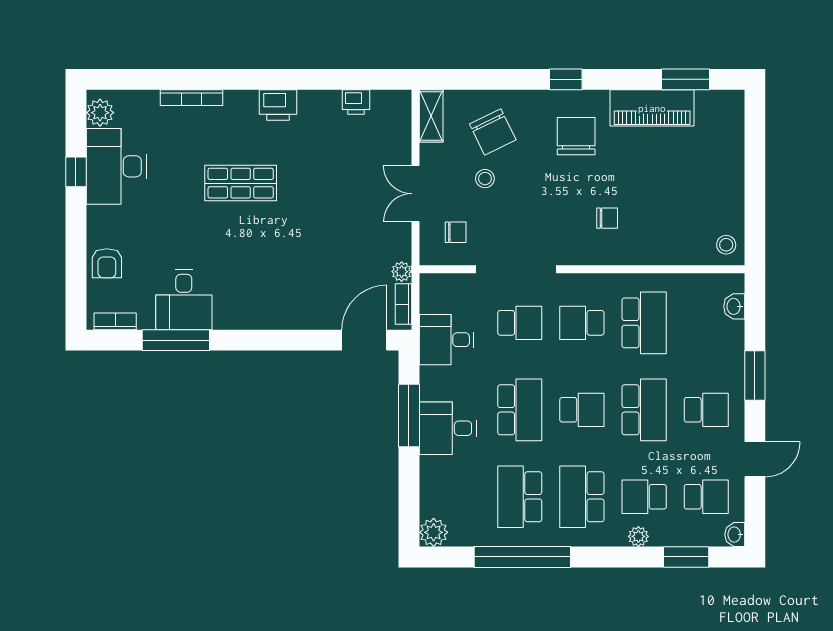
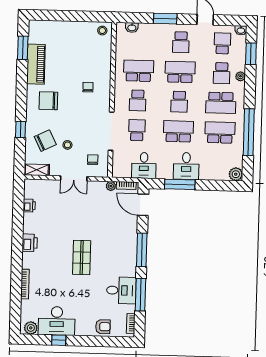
window: (566, 79) -> (20, 130), moved
shop shelf: (241, 183) -> (82, 257), moved
window: (270, 340) -> (142, 250), added
school desk: (582, 410) -> (179, 102), turned 180
school desk: (706, 410) -> (181, 42), turned 180
school desk: (520, 497) -> (220, 133), turned 180

